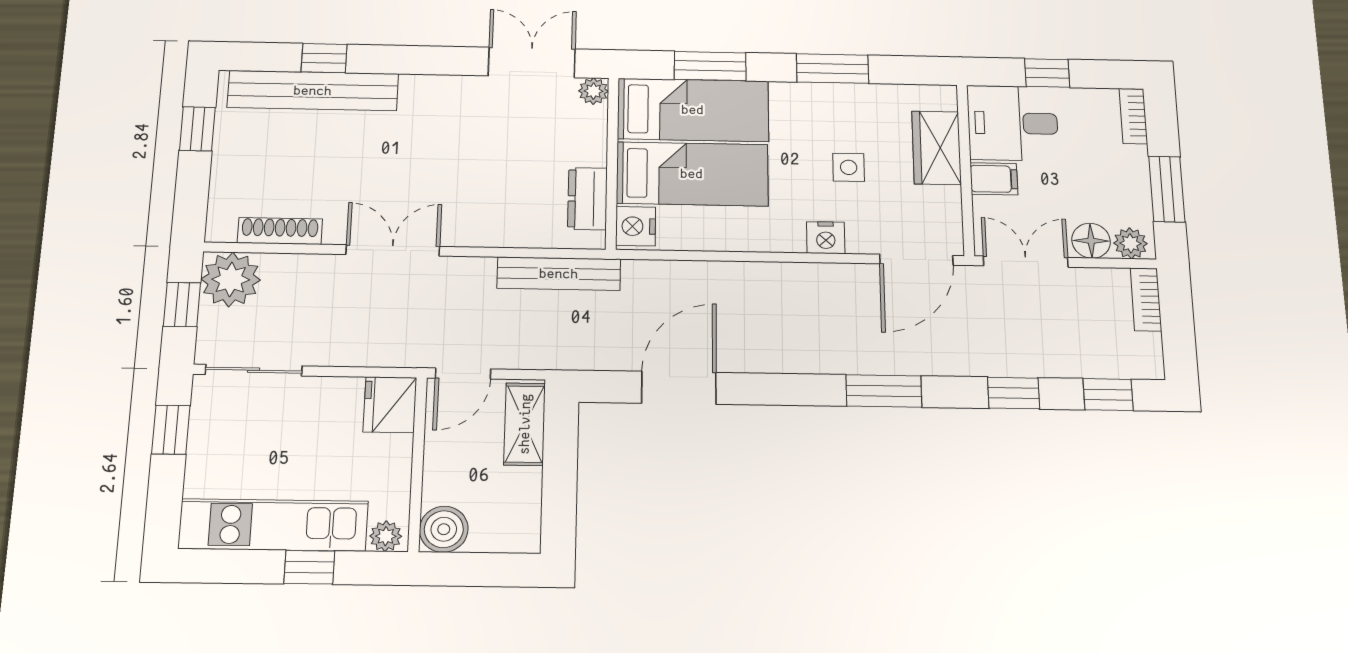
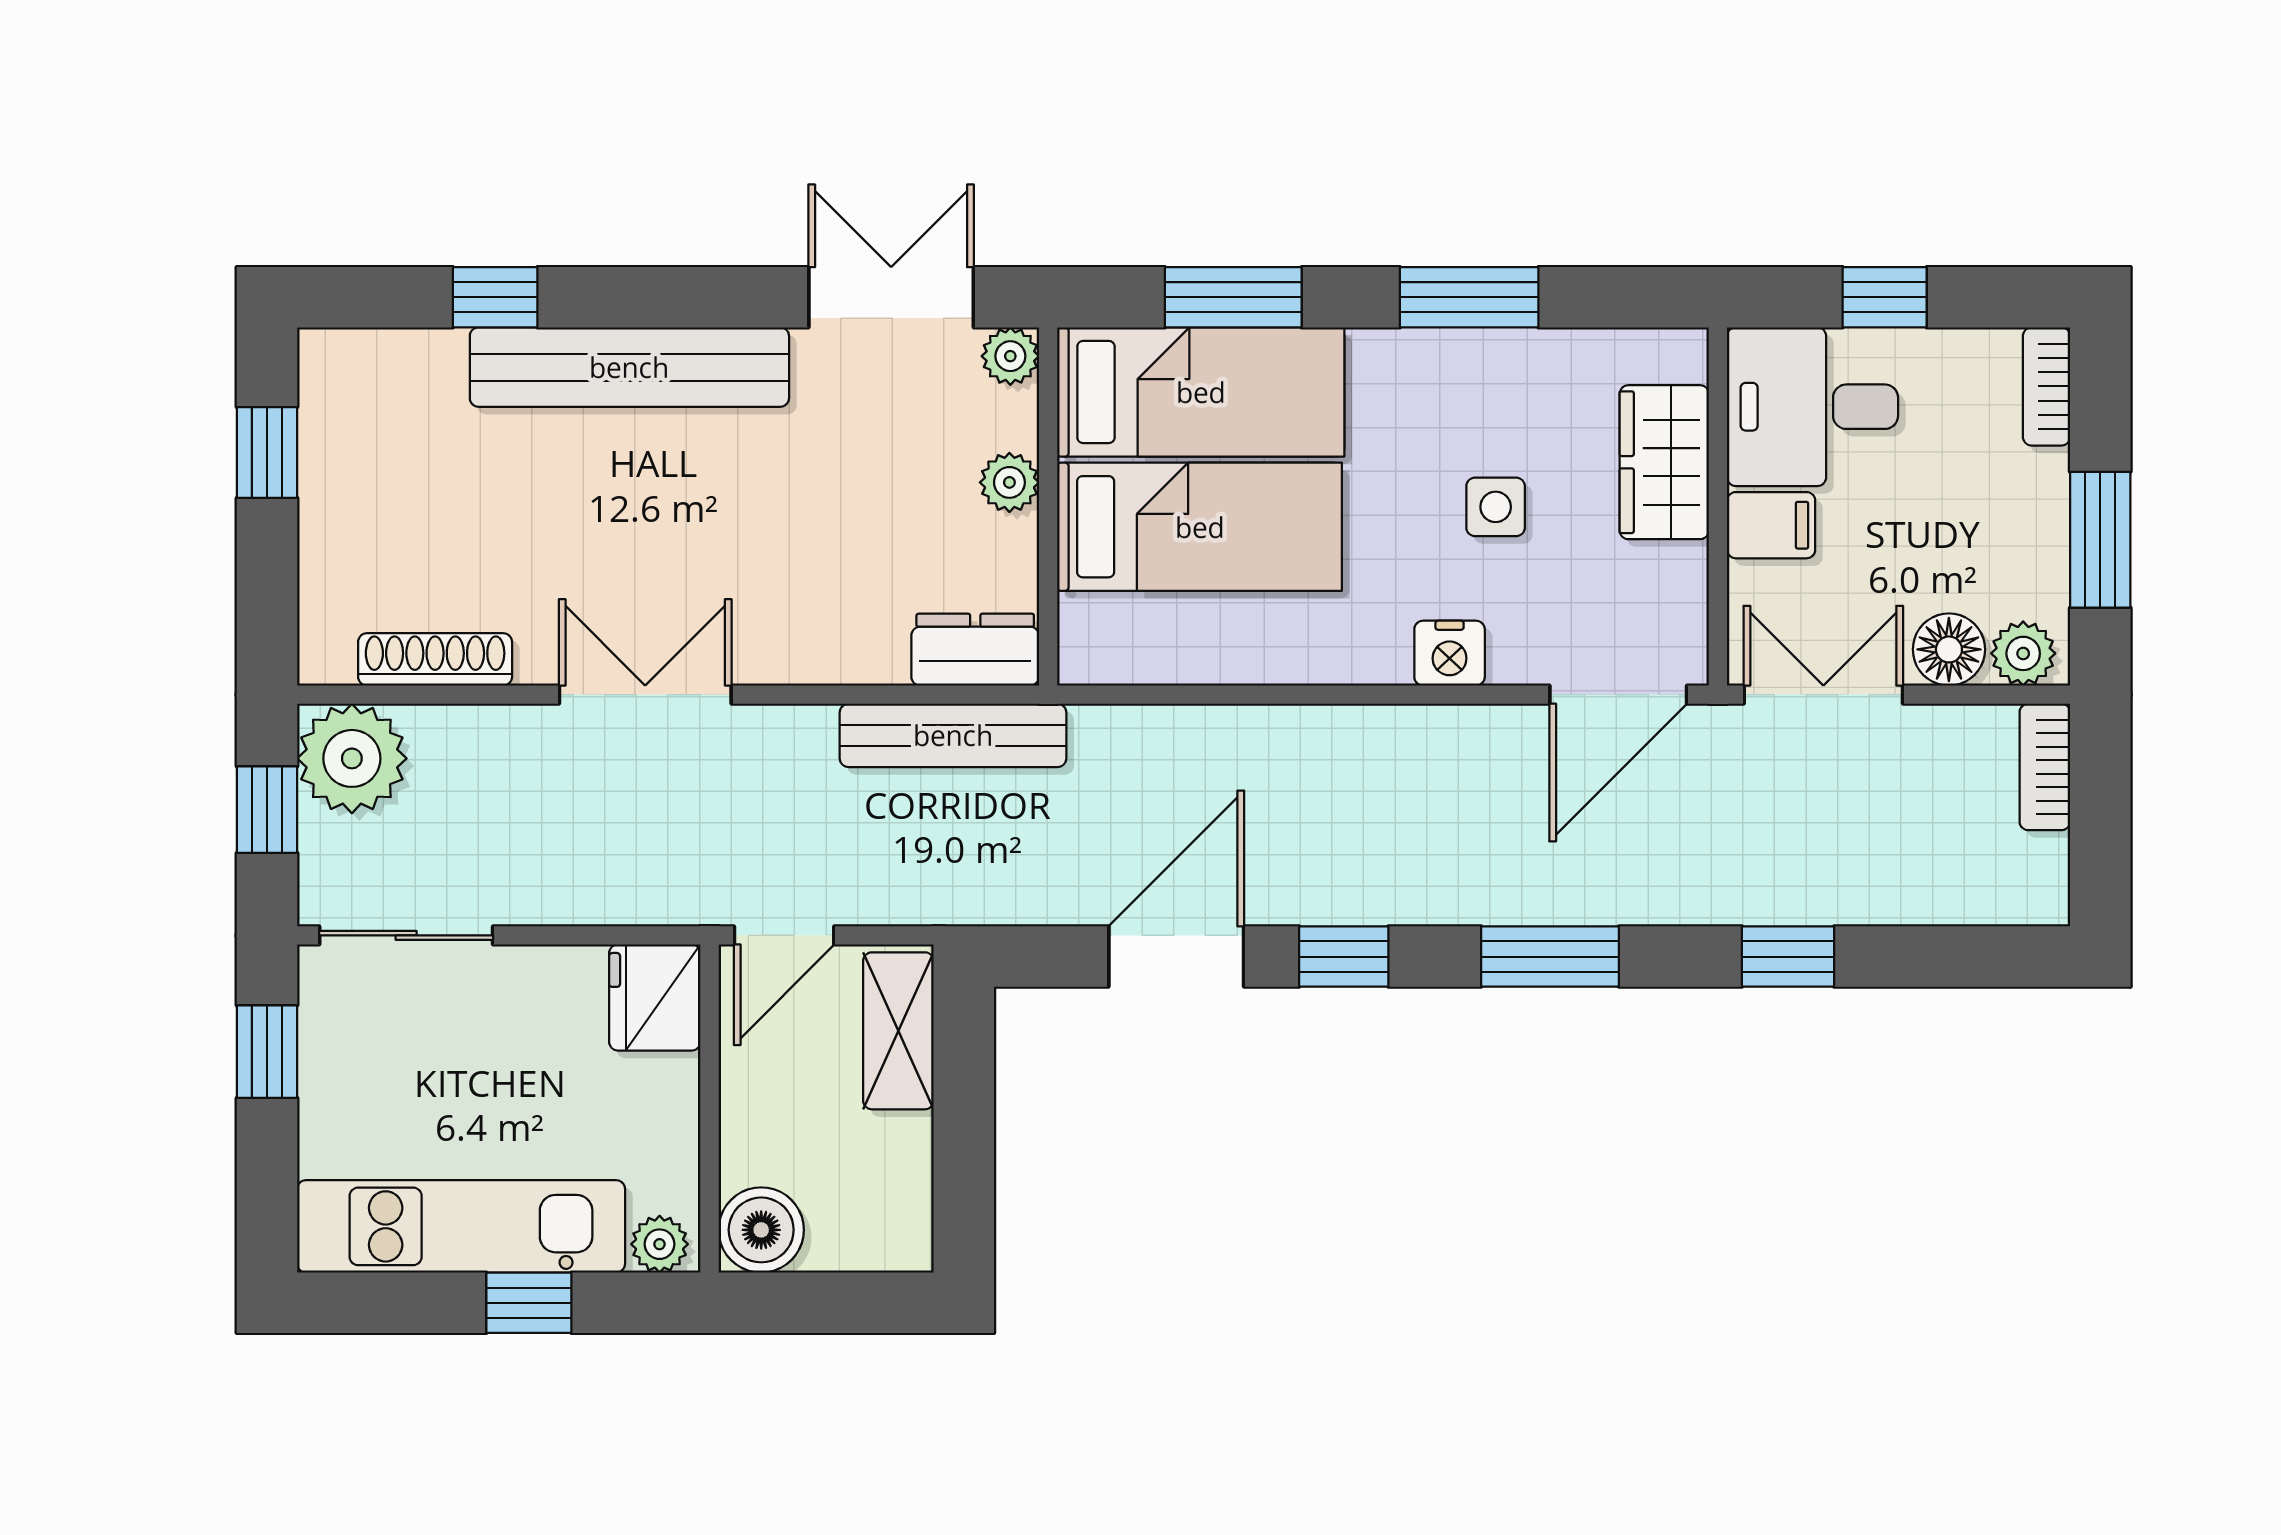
bench: (313, 91) -> (629, 367), moved
plant: (592, 151) -> (1009, 482), added
dresser: (587, 199) -> (975, 650), moved, turned 90
nightstand: (636, 226) -> (1094, 637), removed
window: (1108, 395) -> (1344, 957), moved

